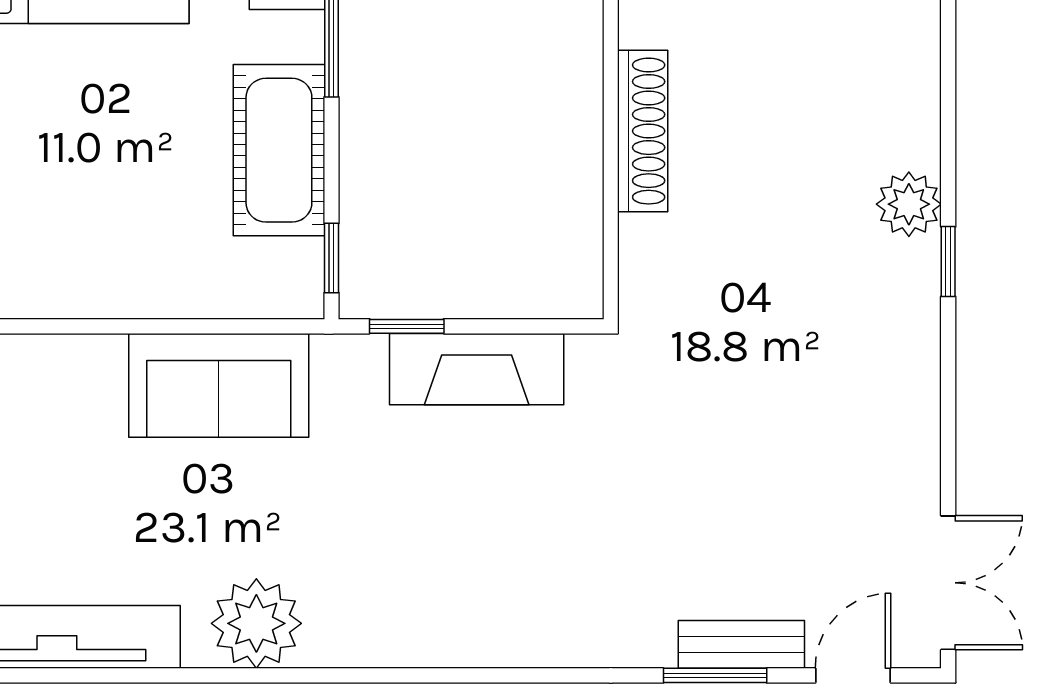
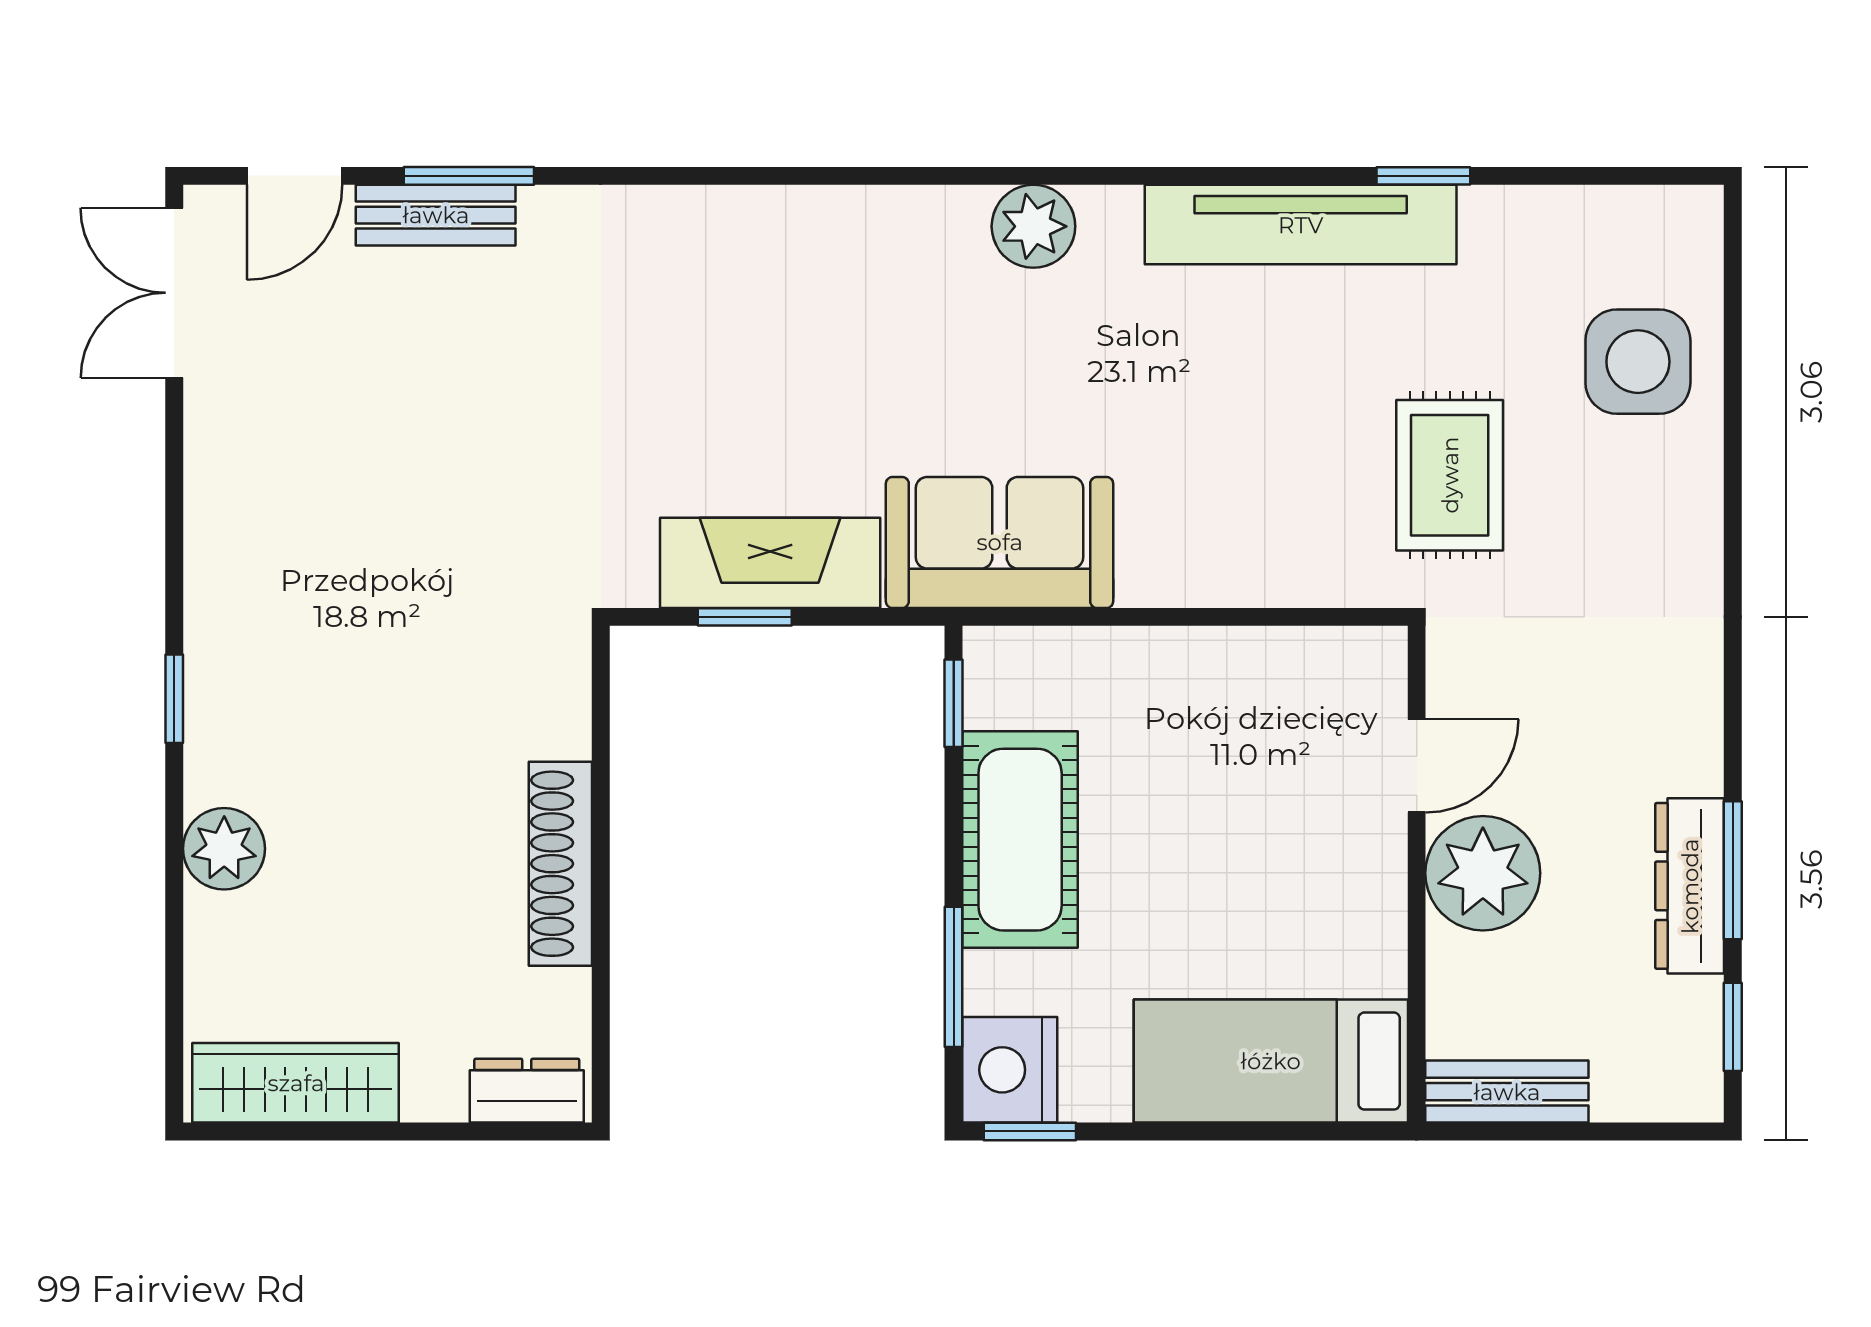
plant: (909, 204) -> (224, 849), moved
window: (407, 326) -> (745, 617), moved
sofa: (219, 385) -> (1000, 542), moved
plant: (256, 623) -> (1033, 226), width x0.73, depth x0.73

